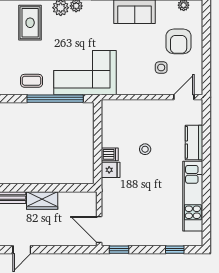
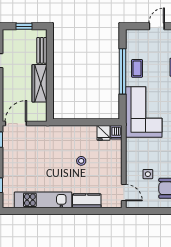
window: (55, 99) -> (123, 71), moved
dishwasher: (110, 154) -> (116, 132), moved
fridge: (111, 170) -> (103, 133), moved
wardrobe: (42, 200) -> (39, 83), width x1.50

